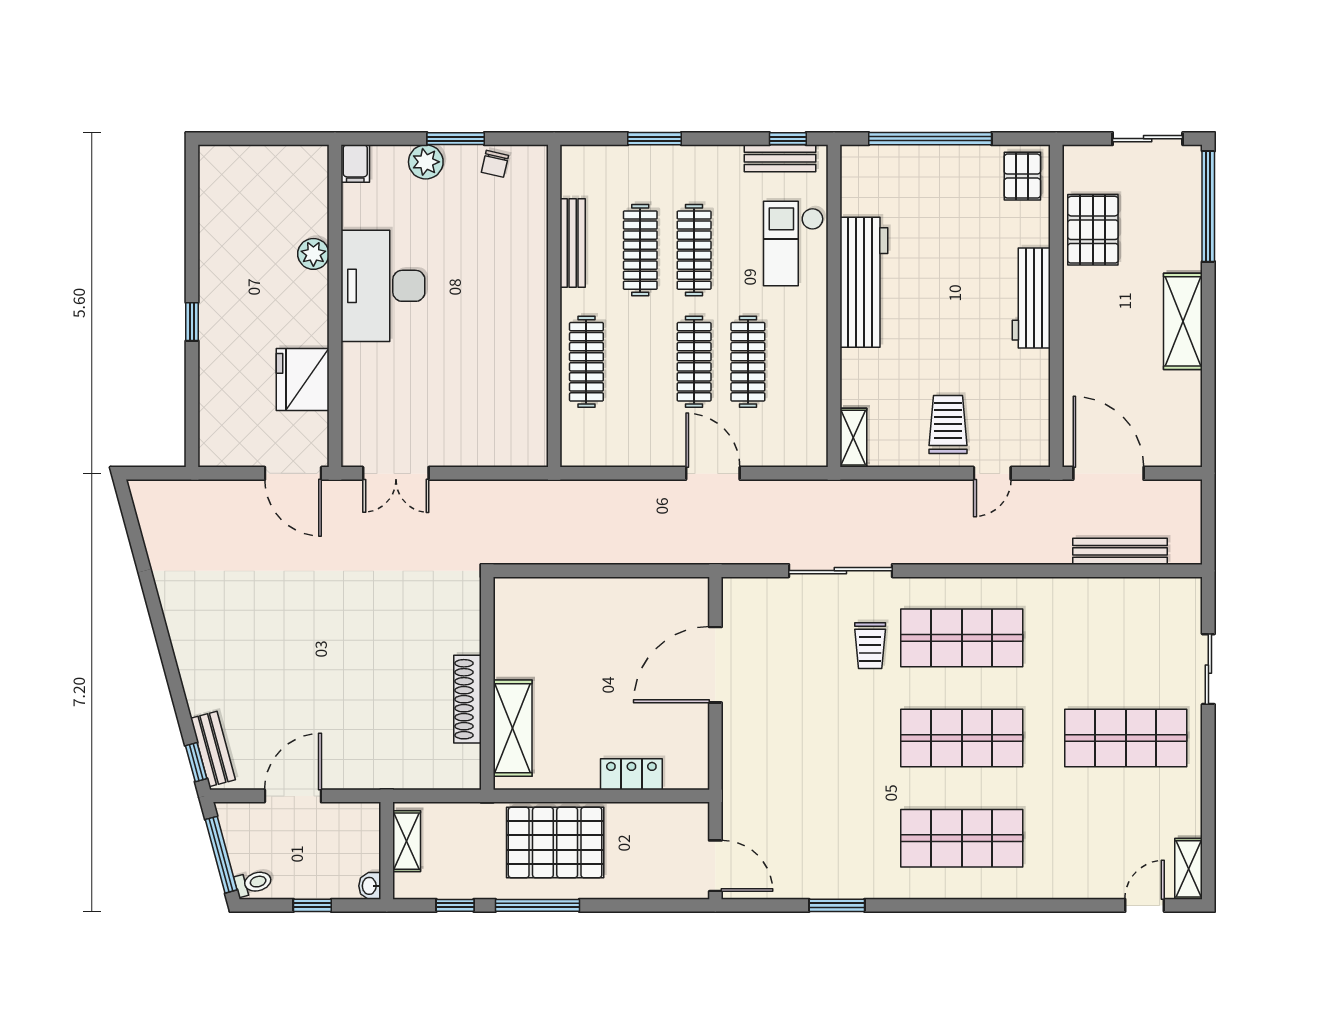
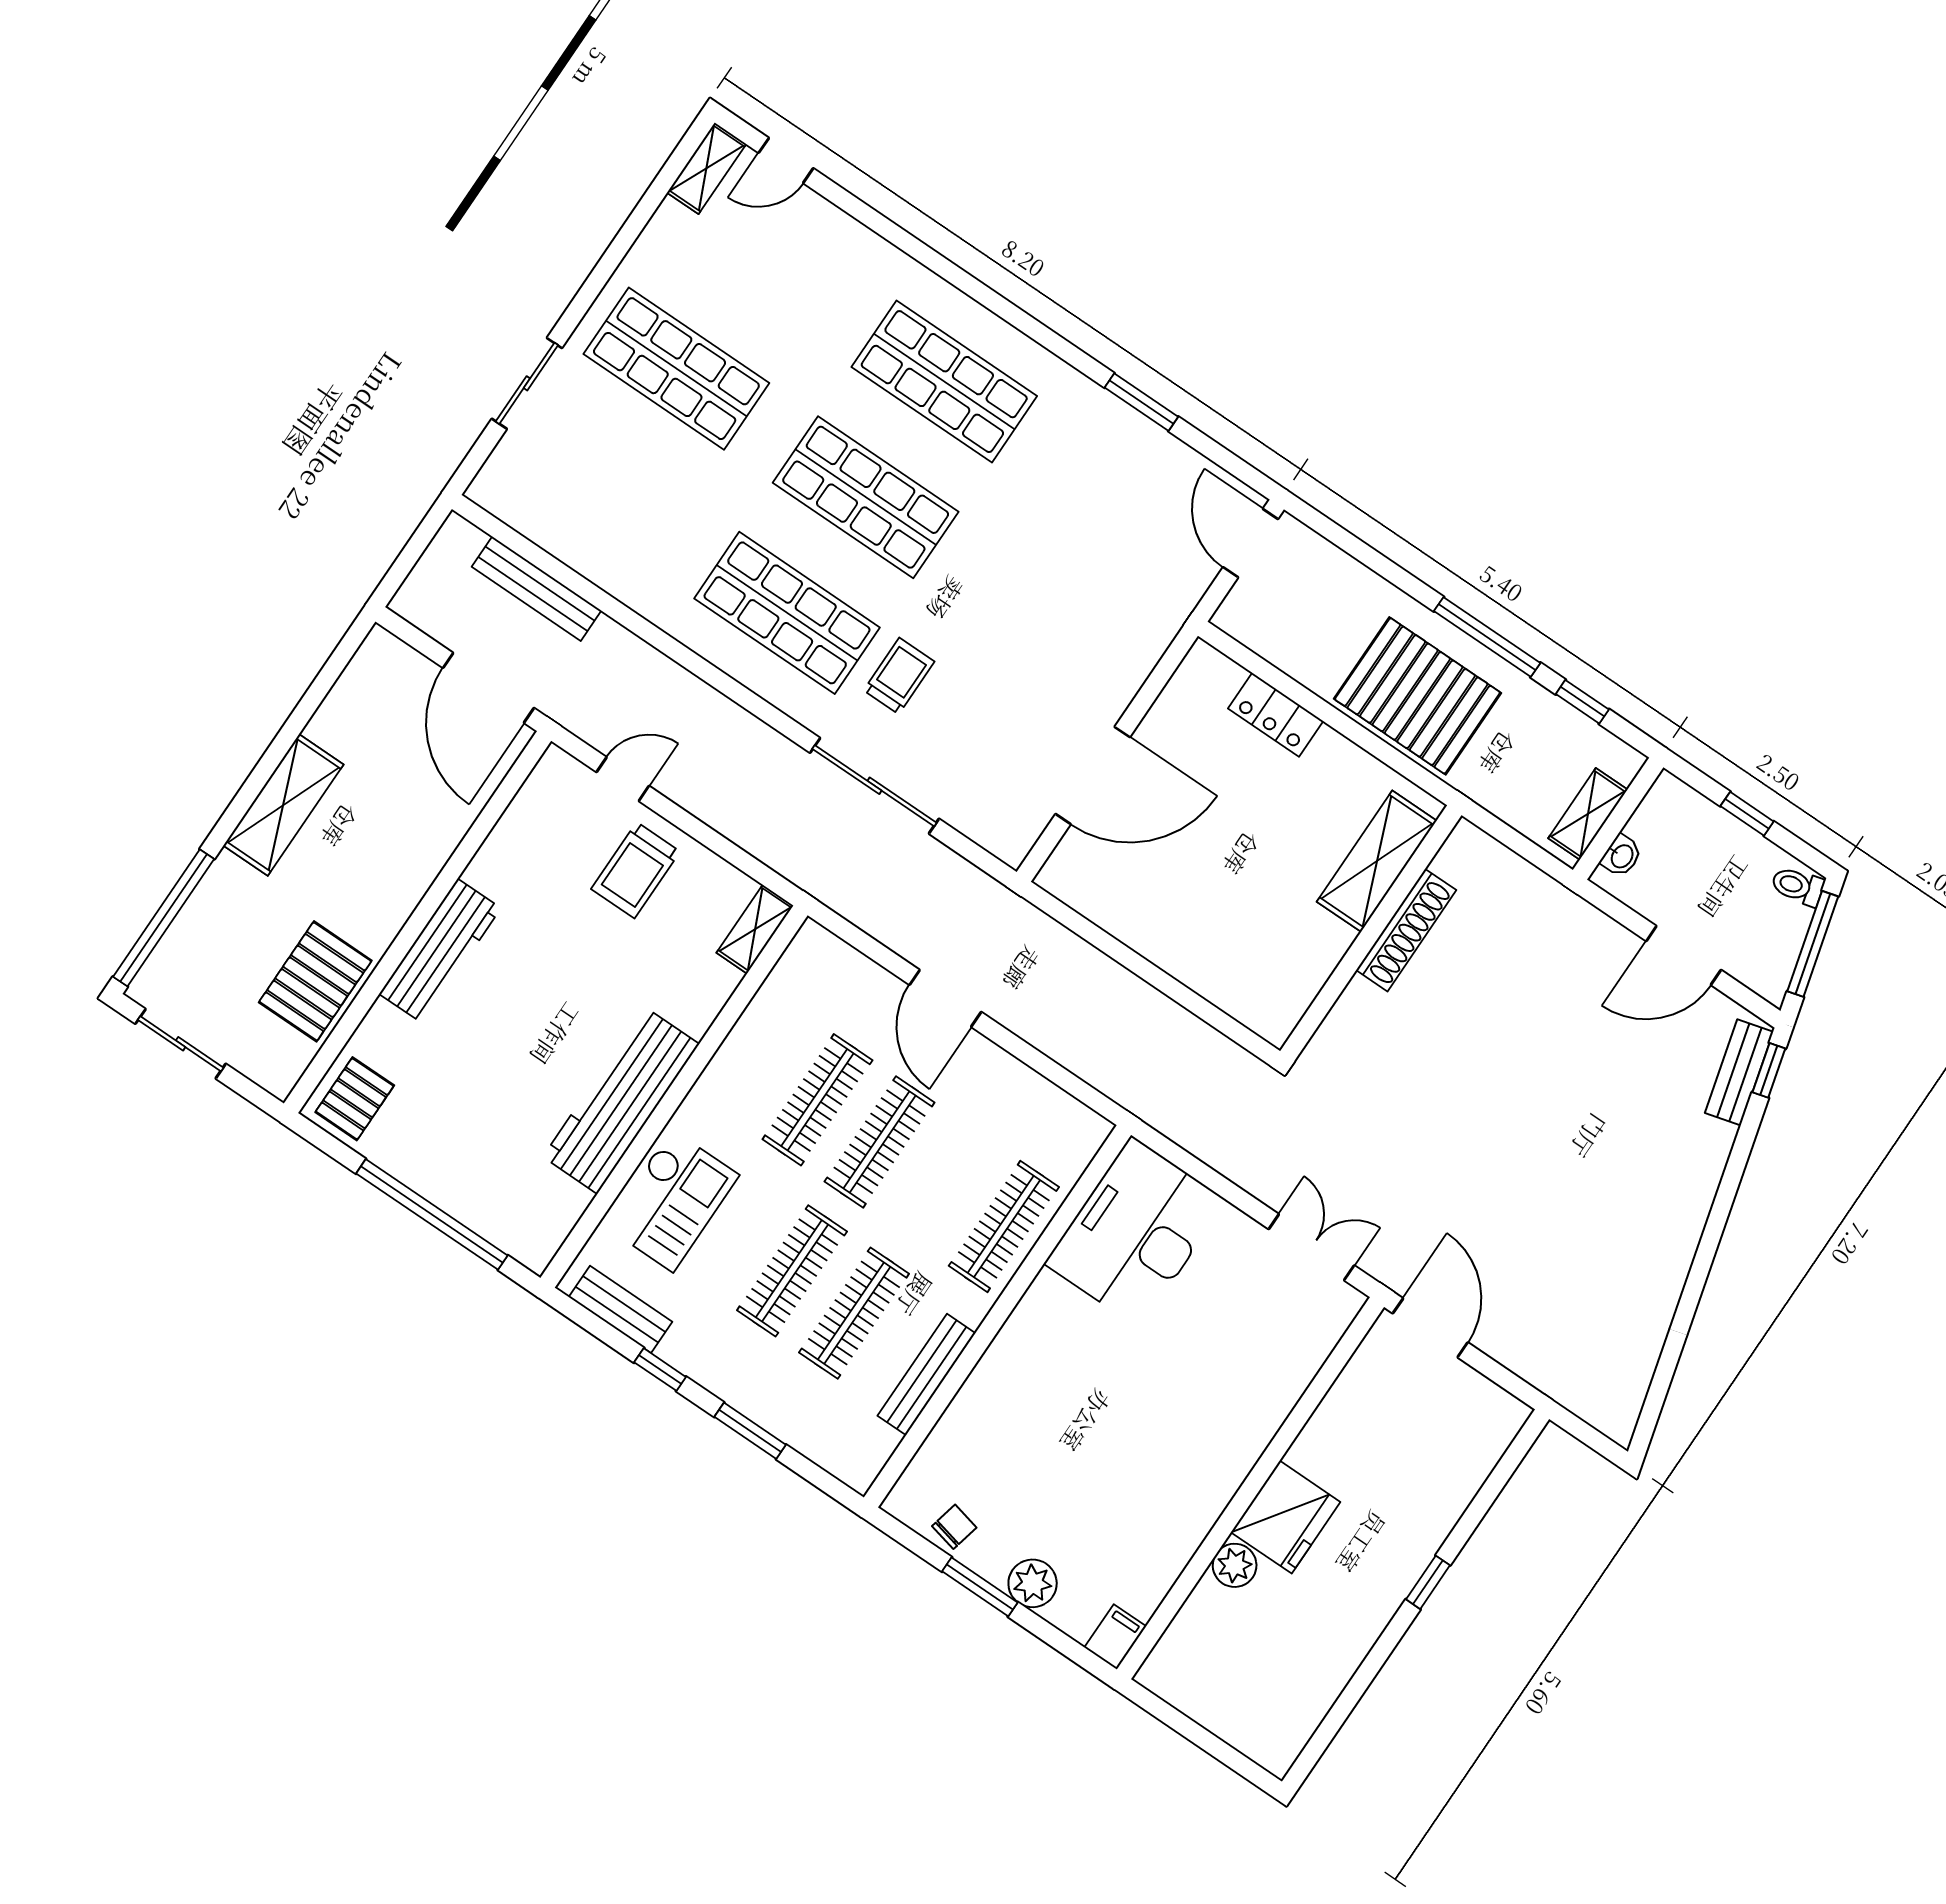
window: (788, 139) -> (660, 1370), moved
desk: (383, 286) -> (1135, 1232), moved, turned 180
fridge: (303, 379) -> (1286, 1517), moved
washbasin: (370, 886) -> (1621, 856), moved

